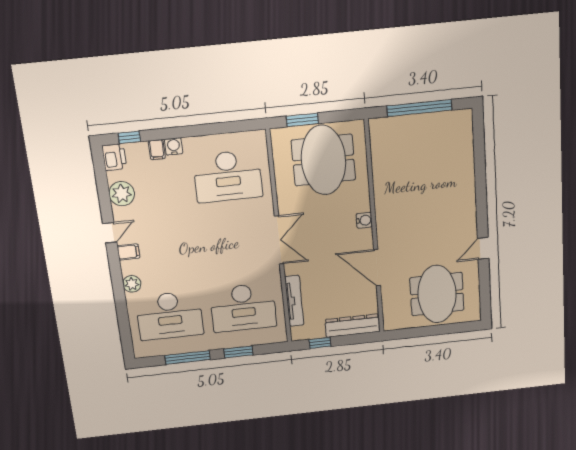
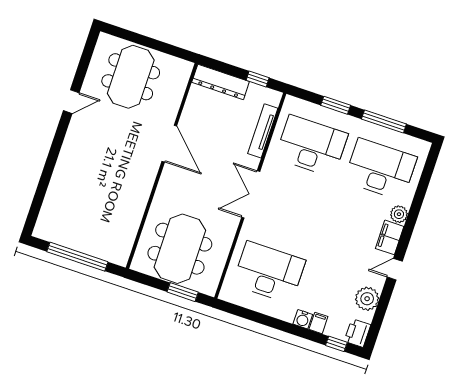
water cooler: (364, 220) -> (167, 178), removed
filing cabinet: (128, 252) -> (390, 237), width x2.00
door: (377, 268) -> (169, 144), moved

